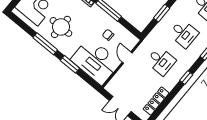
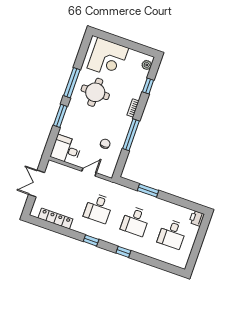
desk: (95, 61) -> (66, 150), width x0.53, depth x0.77

